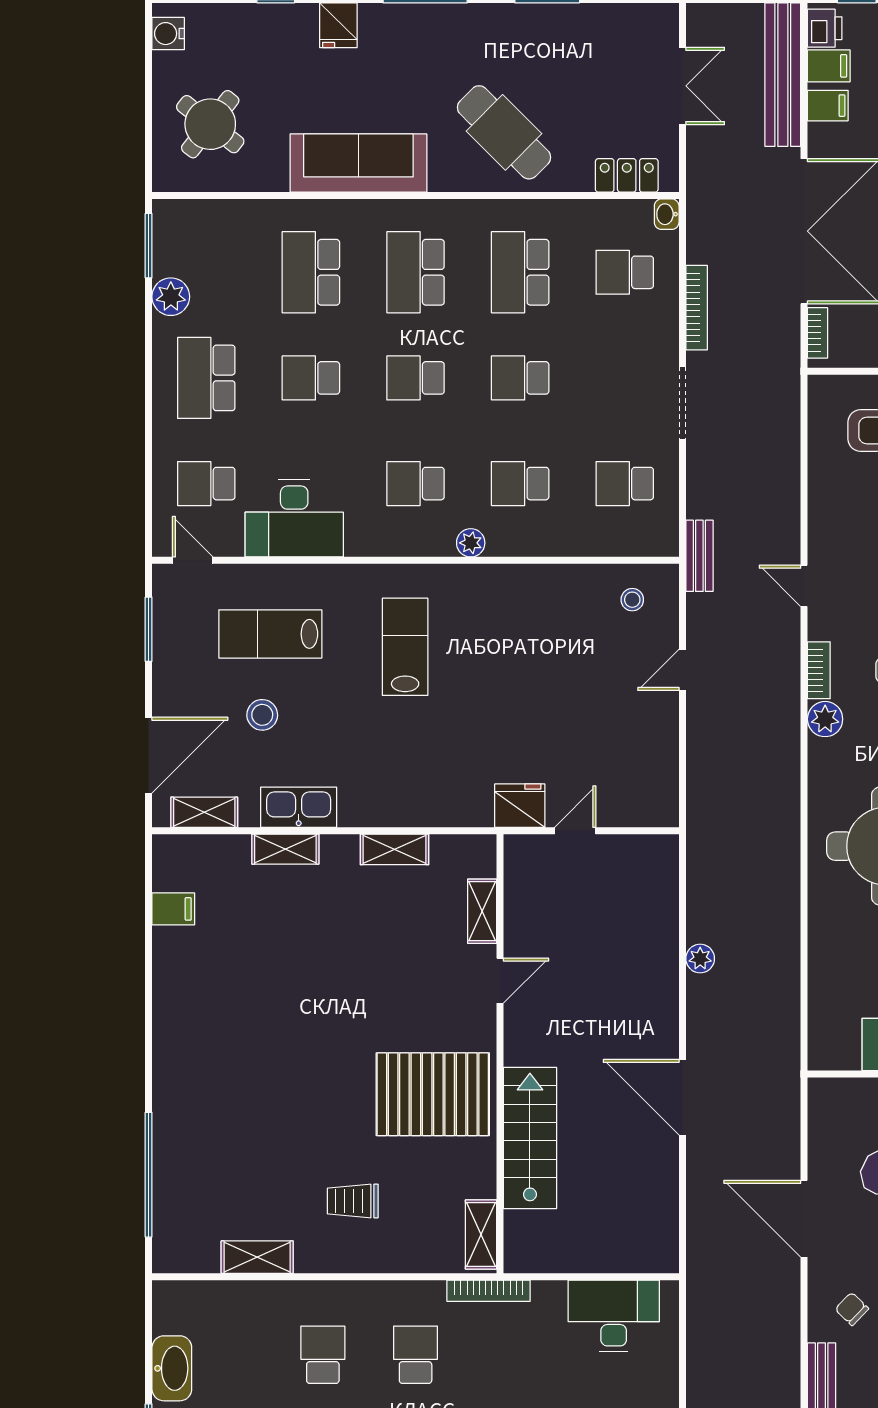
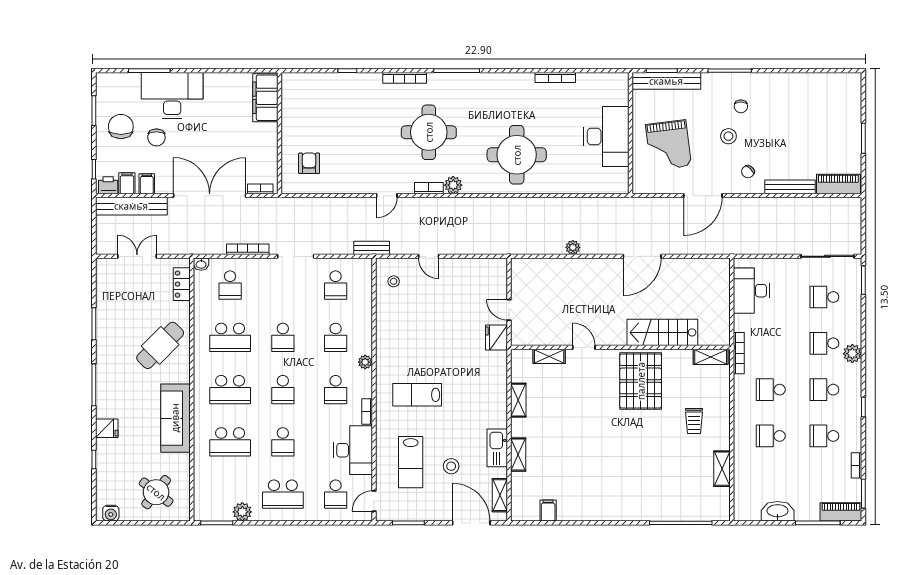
bookcase: (372, 547) -> (367, 411), added

